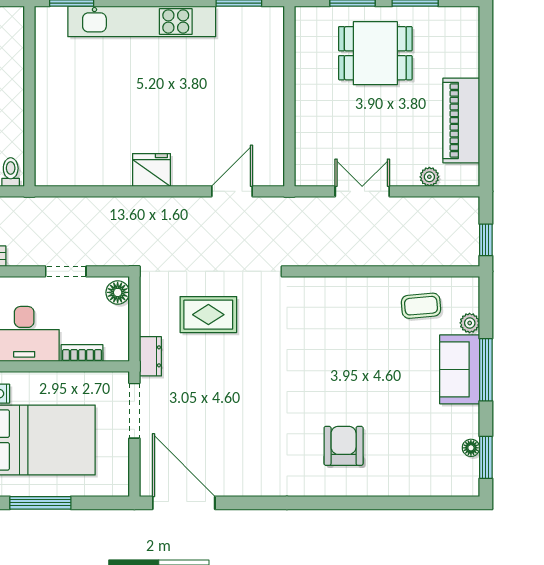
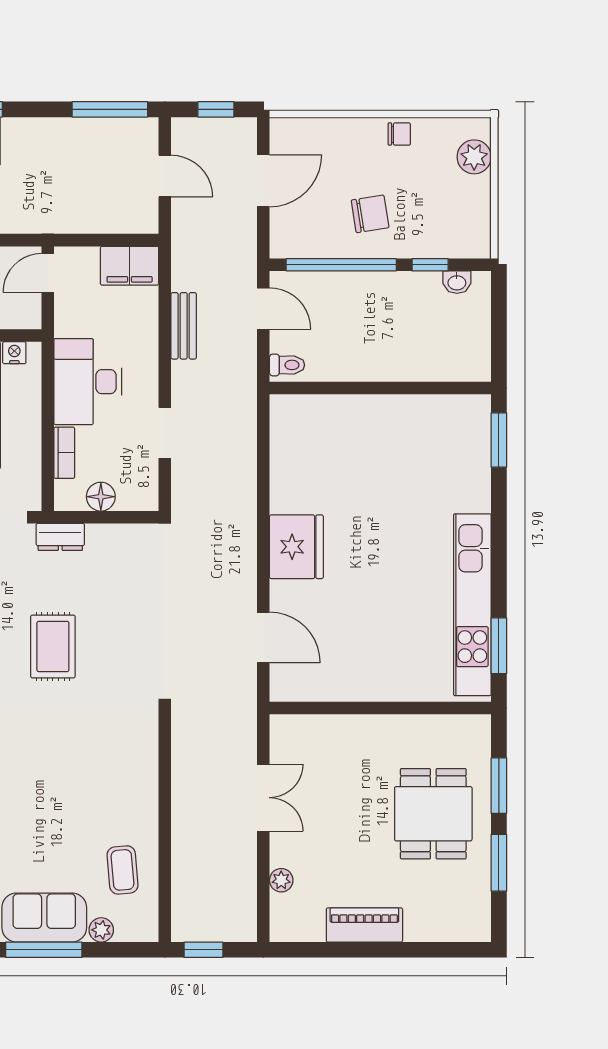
kitchen unit: (142, 21) -> (472, 605), moved
piano: (461, 120) -> (364, 925), width x0.73, depth x0.75
fridge: (151, 170) -> (296, 547), width x1.36, depth x1.34
floor lamp: (118, 292) -> (101, 497), moved
rug: (208, 315) -> (53, 646), moved

